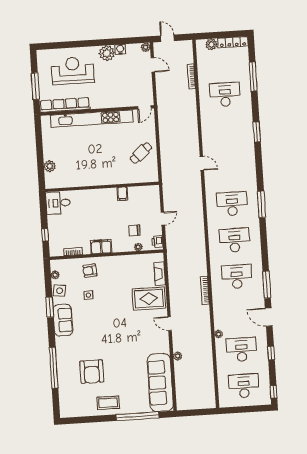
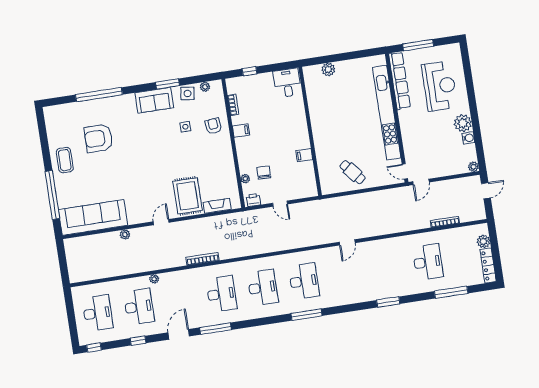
door: (153, 65) -> (421, 182), moved
filing cabinet: (101, 247) -> (241, 131), width x0.50

